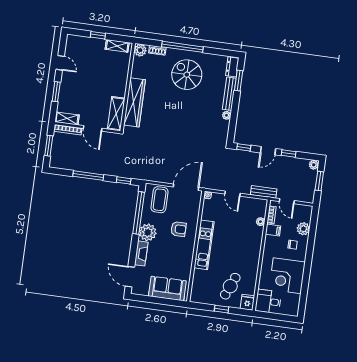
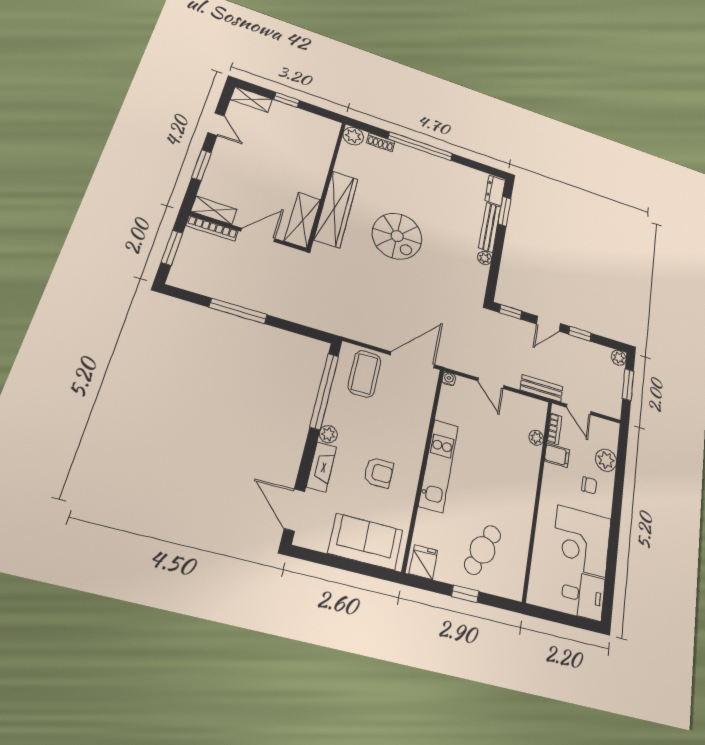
shelving: (117, 46) -> (251, 99), moved
spiral stairs: (187, 75) -> (397, 236), moved, turned 180
door: (93, 128) -> (258, 235), swing flipped
window: (124, 180) -> (303, 330), removed
armchair: (179, 229) -> (379, 473), moved
plant: (148, 232) -> (328, 434), width x0.53, depth x0.53
desk: (268, 301) -> (583, 595), moved, turned 180
fridge: (247, 302) -> (423, 562), moved

